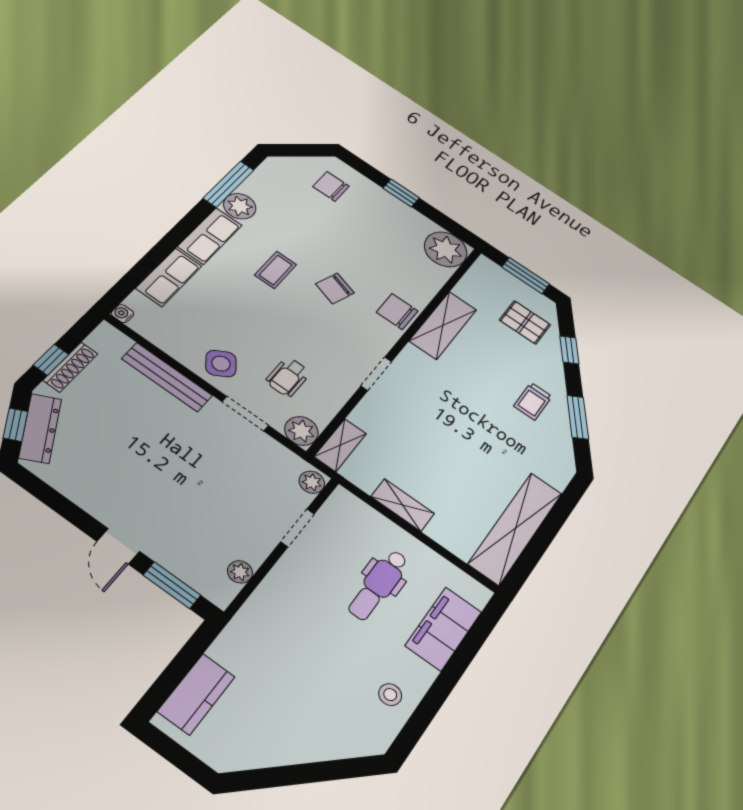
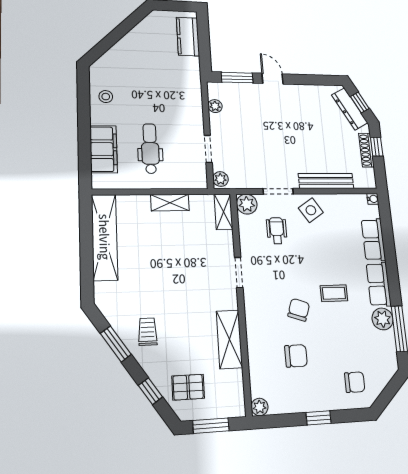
plant: (446, 249) -> (260, 407), width x0.53, depth x0.53
coffee table: (276, 270) -> (334, 293), turned 90
chair: (397, 312) -> (296, 356), moved

